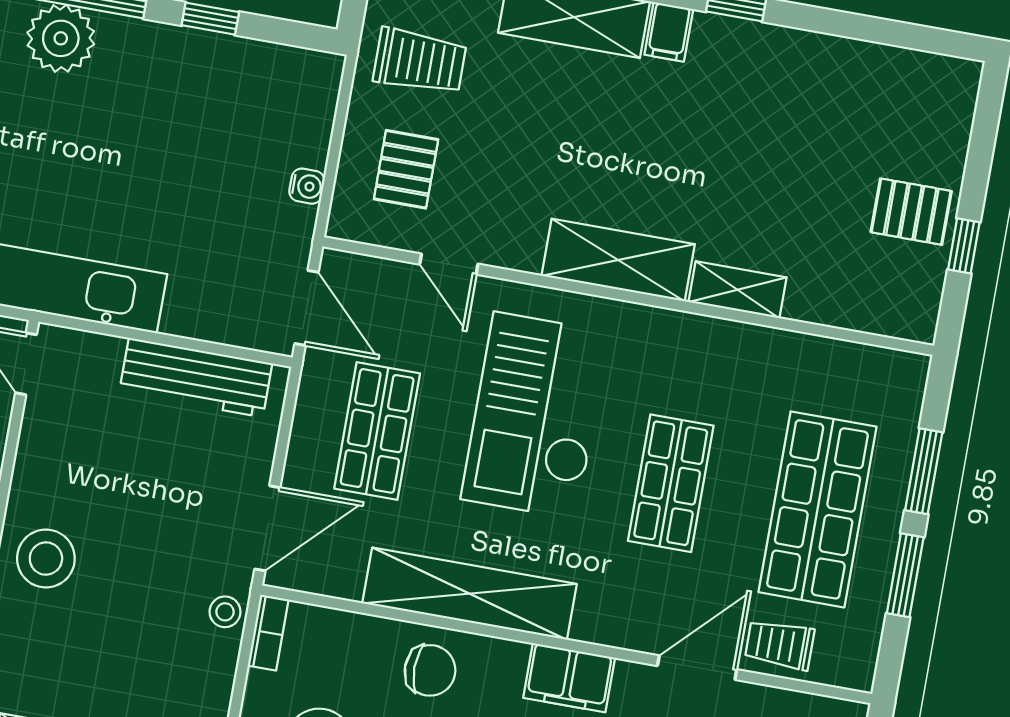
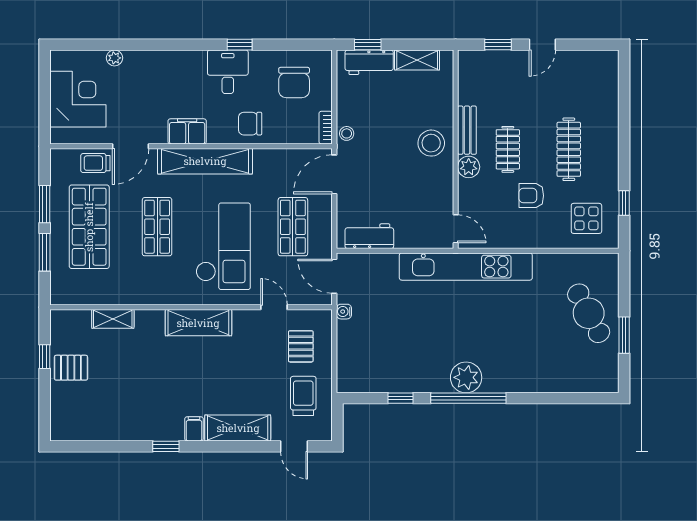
trolley: (420, 61) -> (303, 396), turned 90
water cooler: (307, 186) -> (344, 312), moved
shelving: (737, 290) -> (113, 319), moved
workbench: (196, 378) -> (369, 236), width x0.73
shelving: (470, 594) -> (205, 161), moved
trolley: (780, 645) -> (95, 163), turned 180

